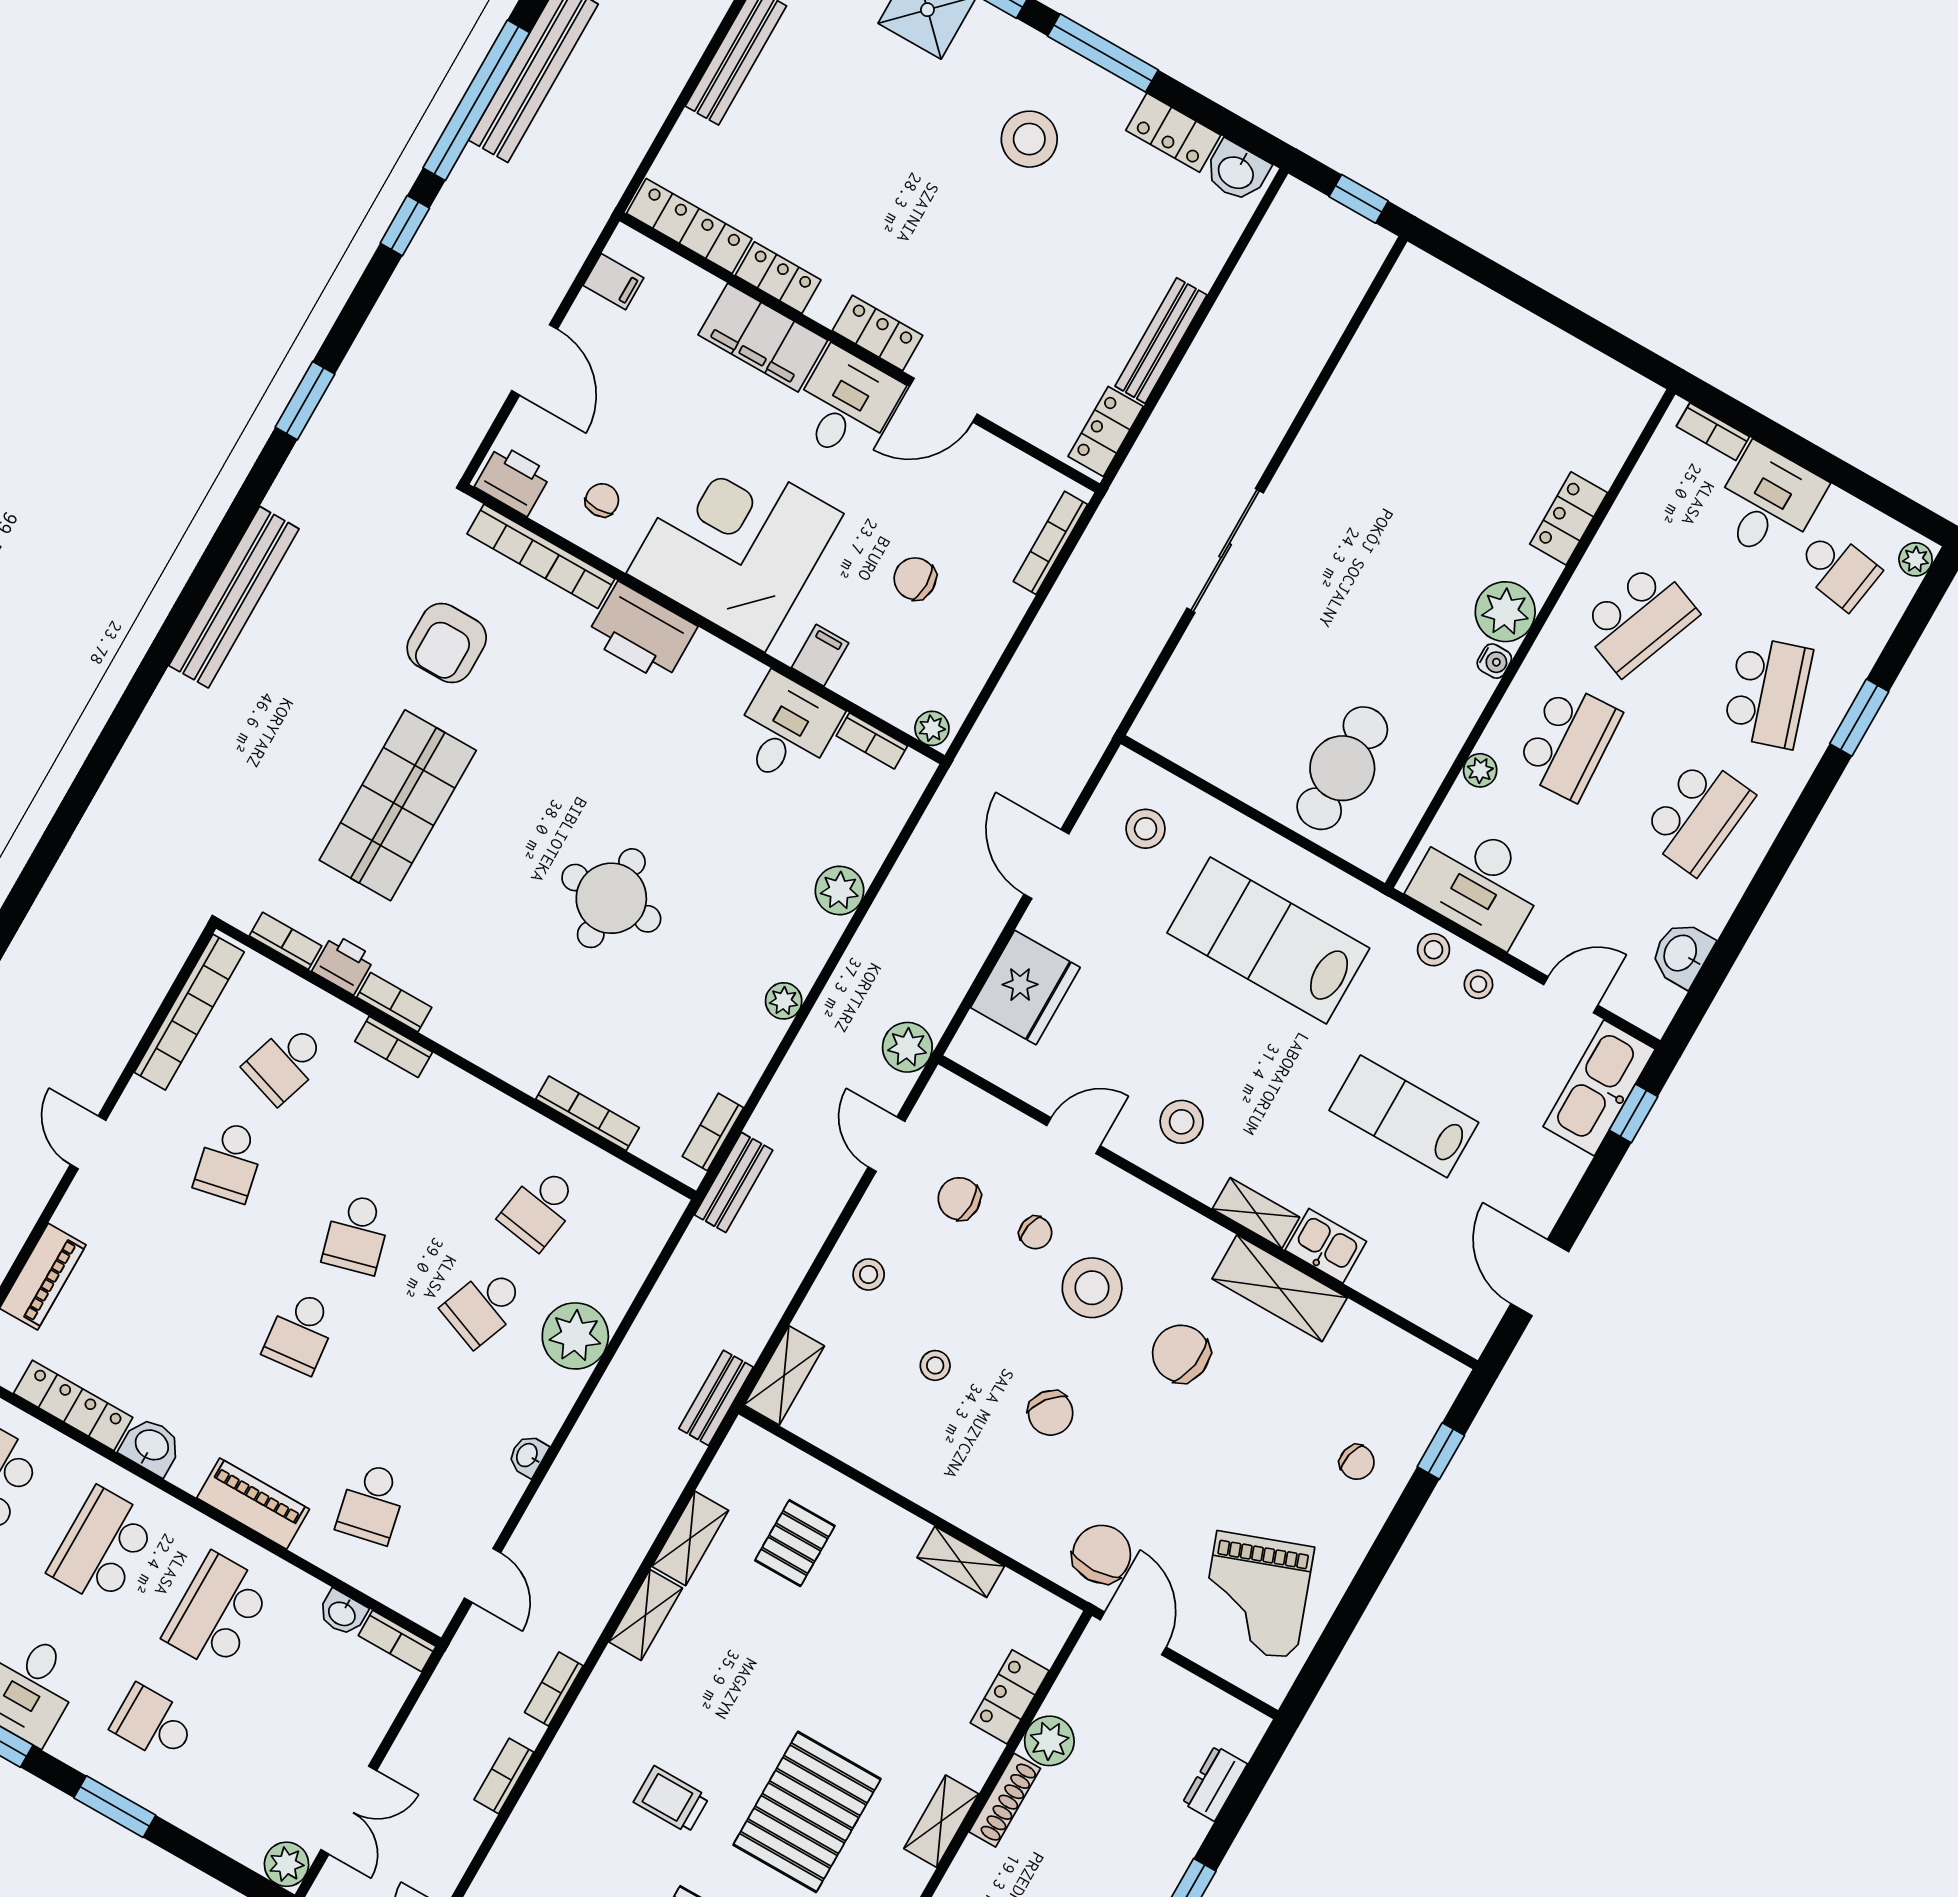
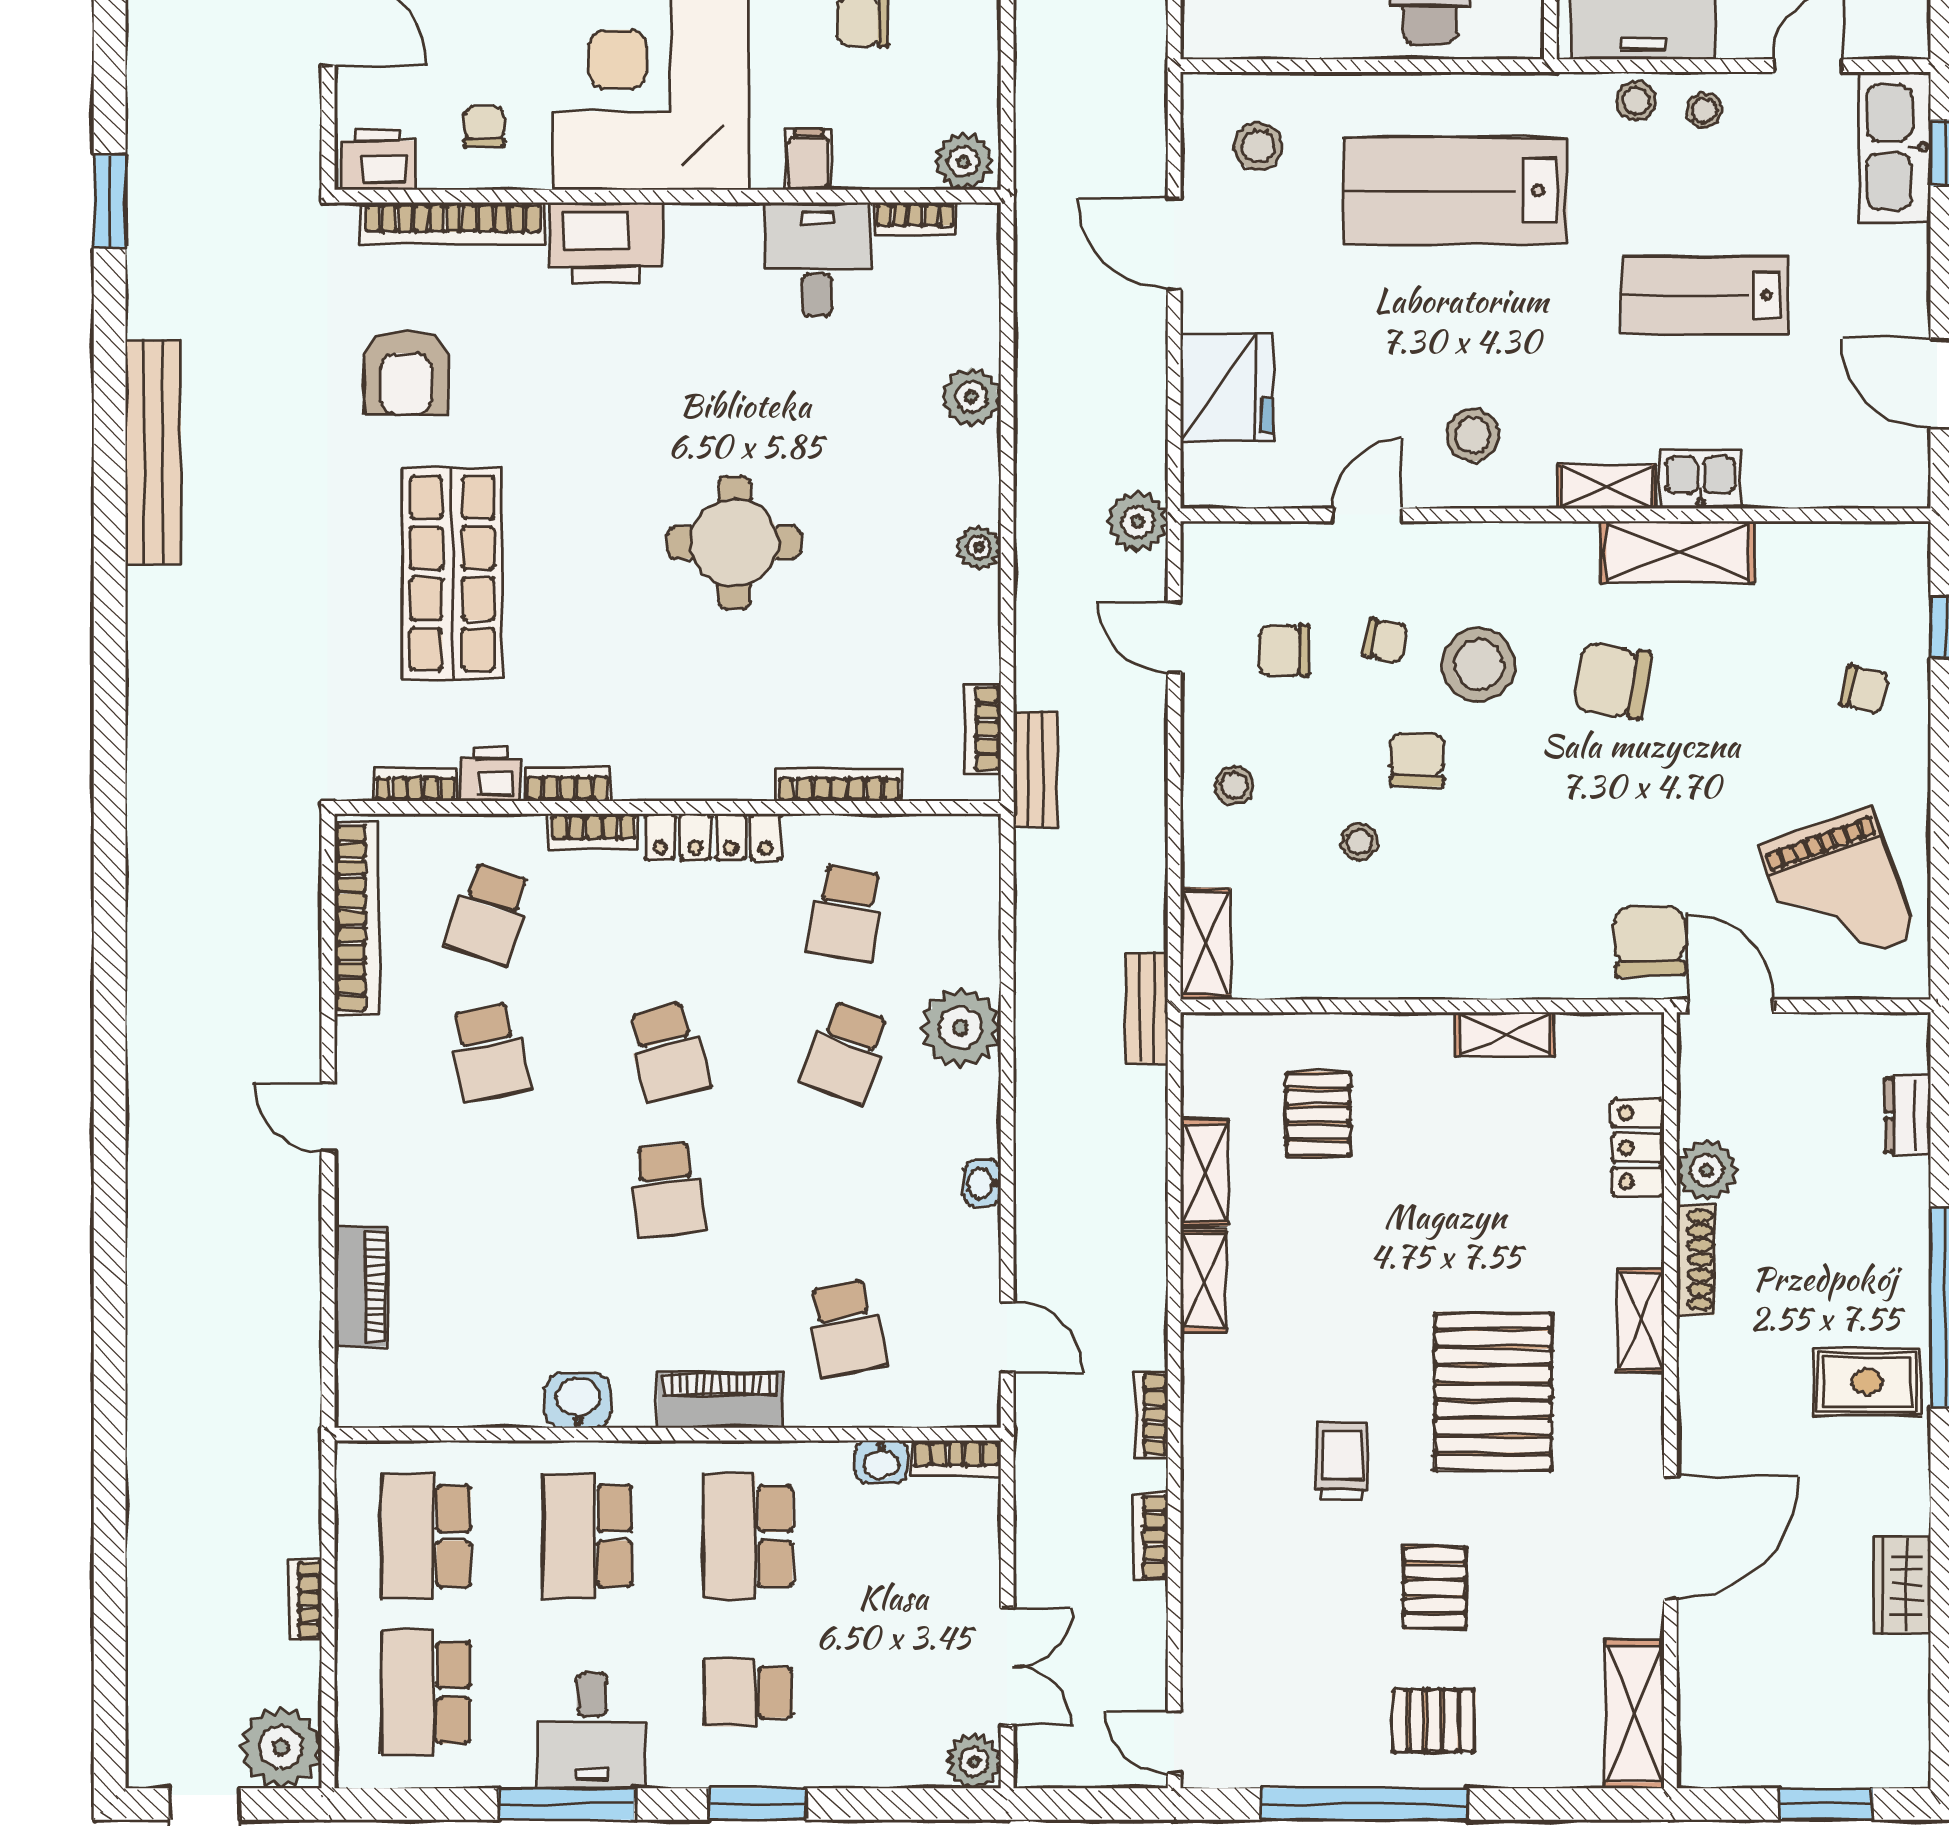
plant: (932, 728) -> (963, 161), width x1.38, depth x1.38
locker: (73, 1405) -> (713, 837), moved, turned 180
chair: (1051, 1413) -> (1417, 760), moved, turned -128
trolley: (671, 1800) -> (1342, 1461), turned 90

